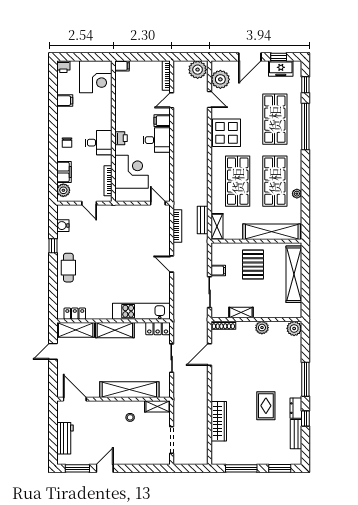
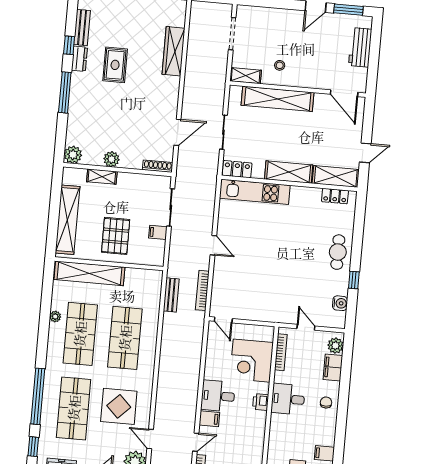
display table: (226, 133) -> (119, 406), moved
shelving: (217, 226) -> (155, 286), removed
shelving: (241, 313) -> (102, 177), moved

